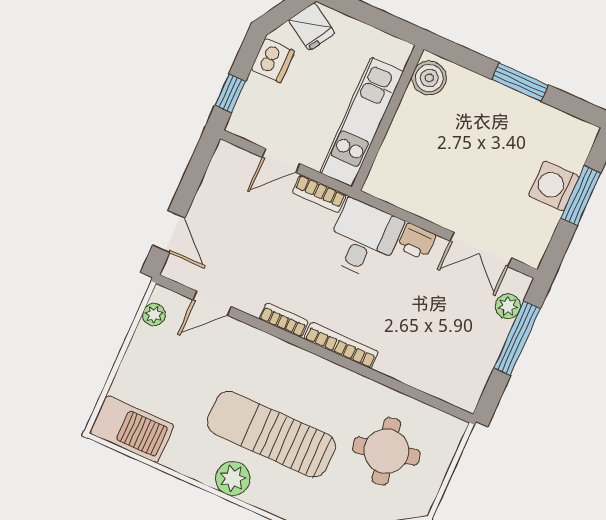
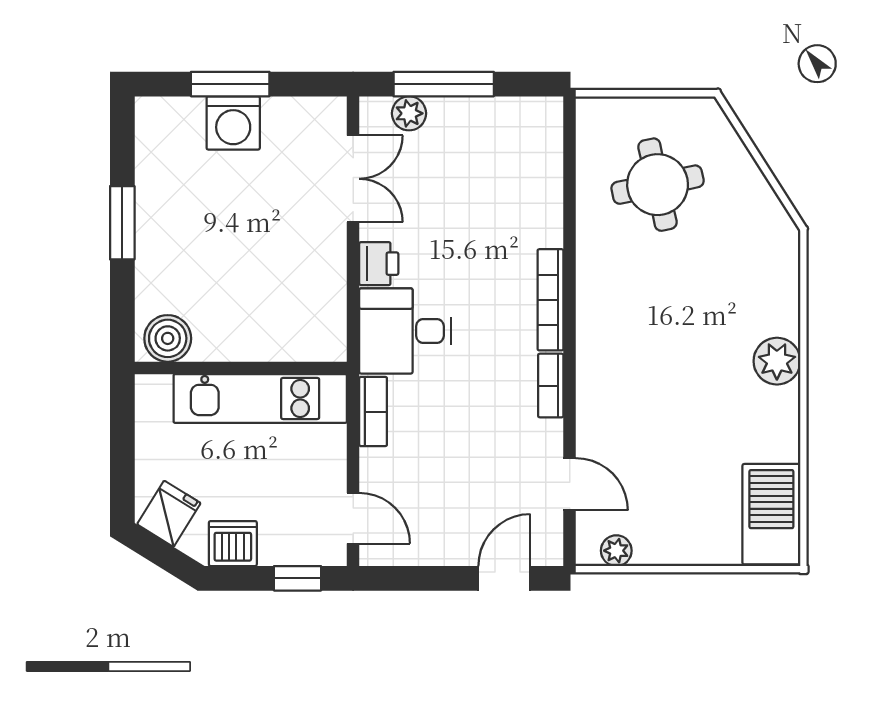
door: (281, 160) -> (353, 518), moved
sun lounger: (271, 434) -> (700, 338), removed

